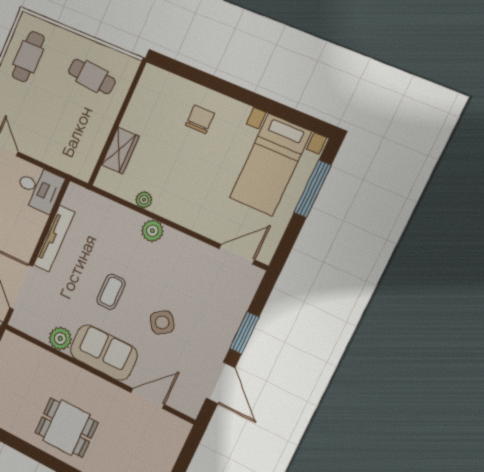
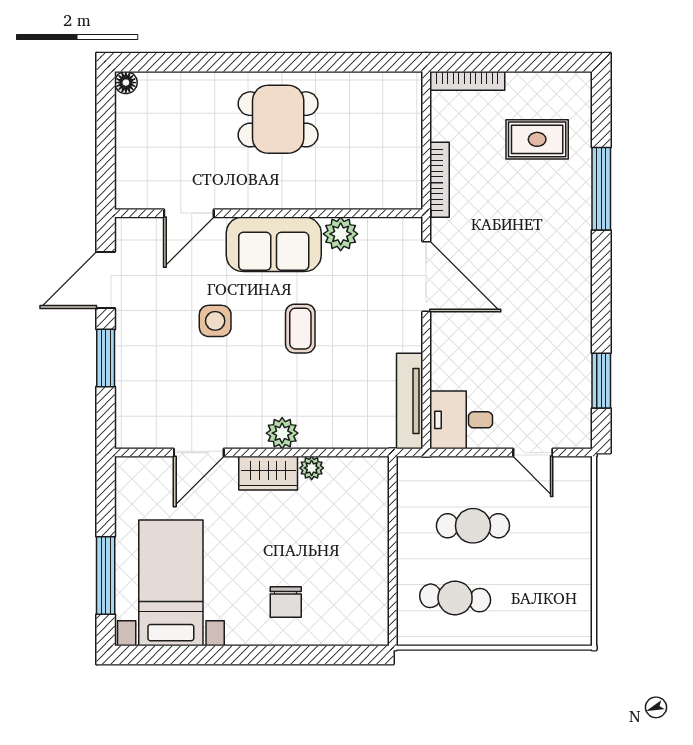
cafe table: (28, 57) -> (473, 526), moved, turned 90
wardrobe: (120, 150) -> (268, 473), moved, turned -90
tv unit: (54, 239) -> (410, 401), moved
door: (237, 254) -> (199, 453), moved
side table: (162, 322) -> (215, 321), turned 35
door: (221, 383) -> (106, 280), hinge flipped

